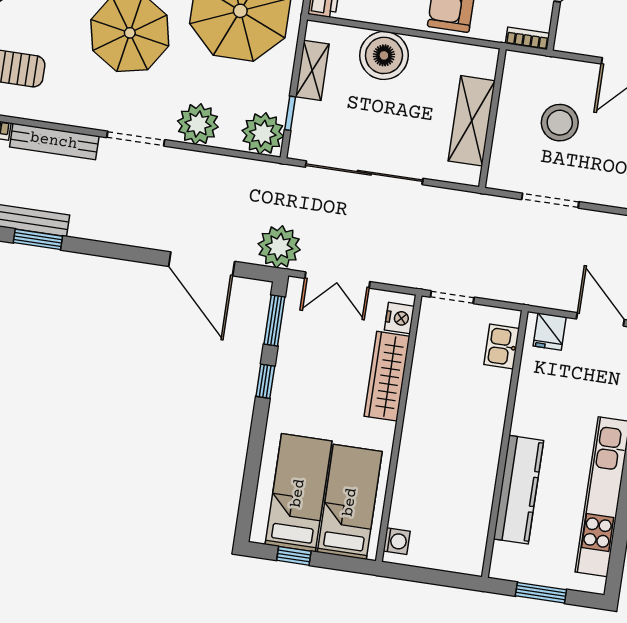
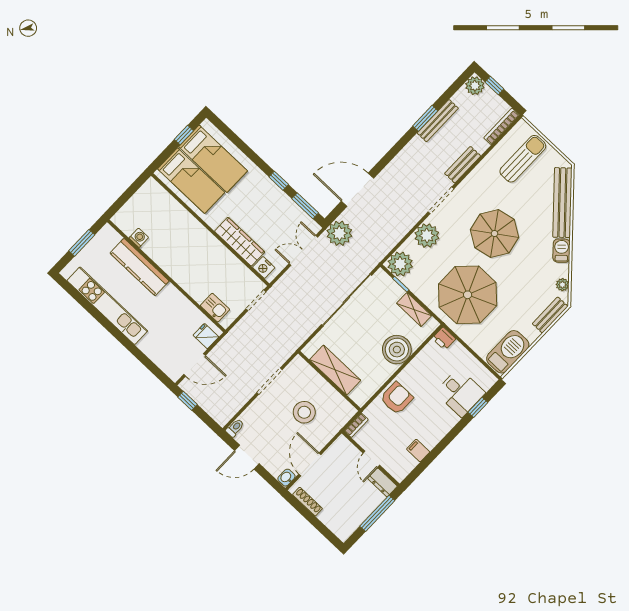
bench: (54, 141) -> (463, 165), width x0.73
washing machine: (397, 541) -> (139, 238), moved, turned 180

